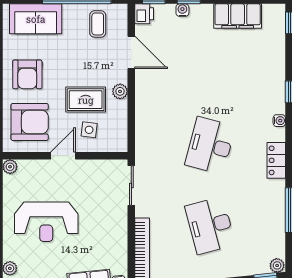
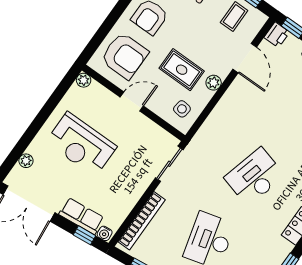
side table: (89, 130) -> (182, 109), moved

